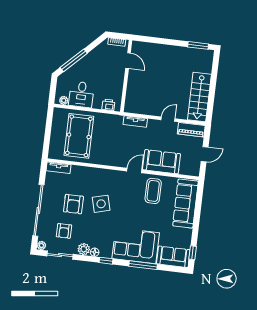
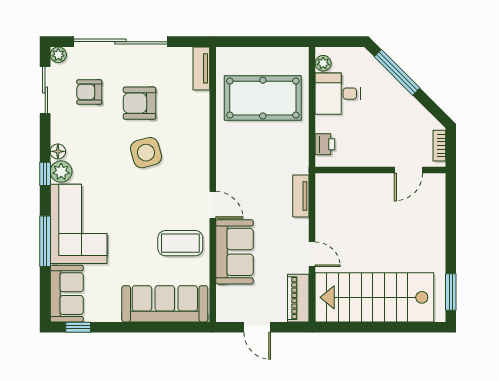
stairs: (199, 97) -> (374, 297), width x1.36, depth x1.51
plant: (84, 249) -> (61, 172), moved

